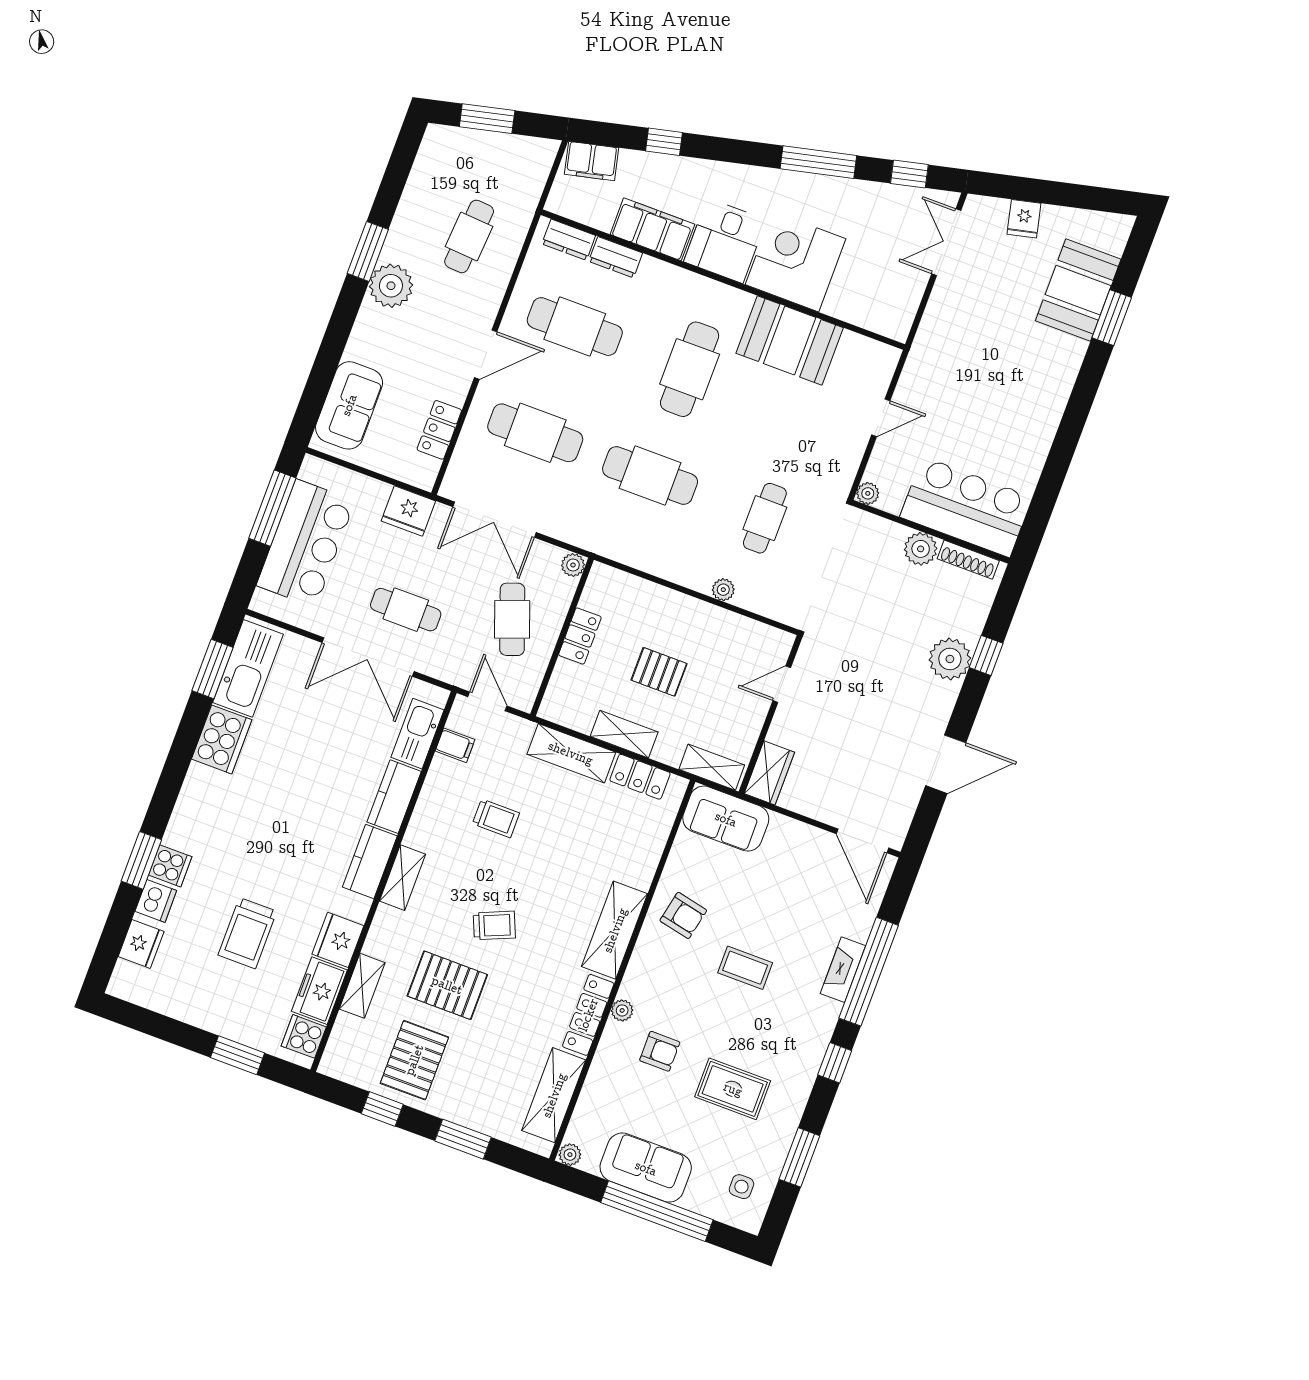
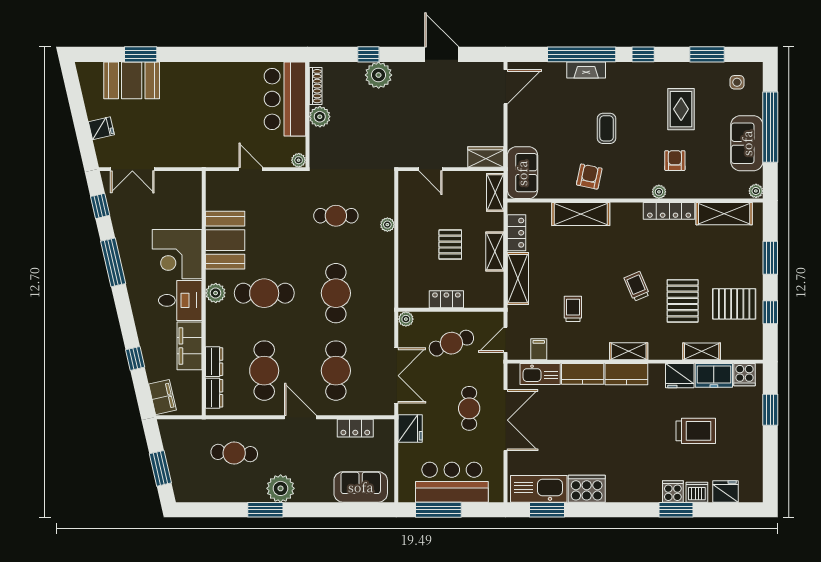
plant: (717, 297) -> (216, 293), added
shelving: (615, 930) -> (581, 214), moved

